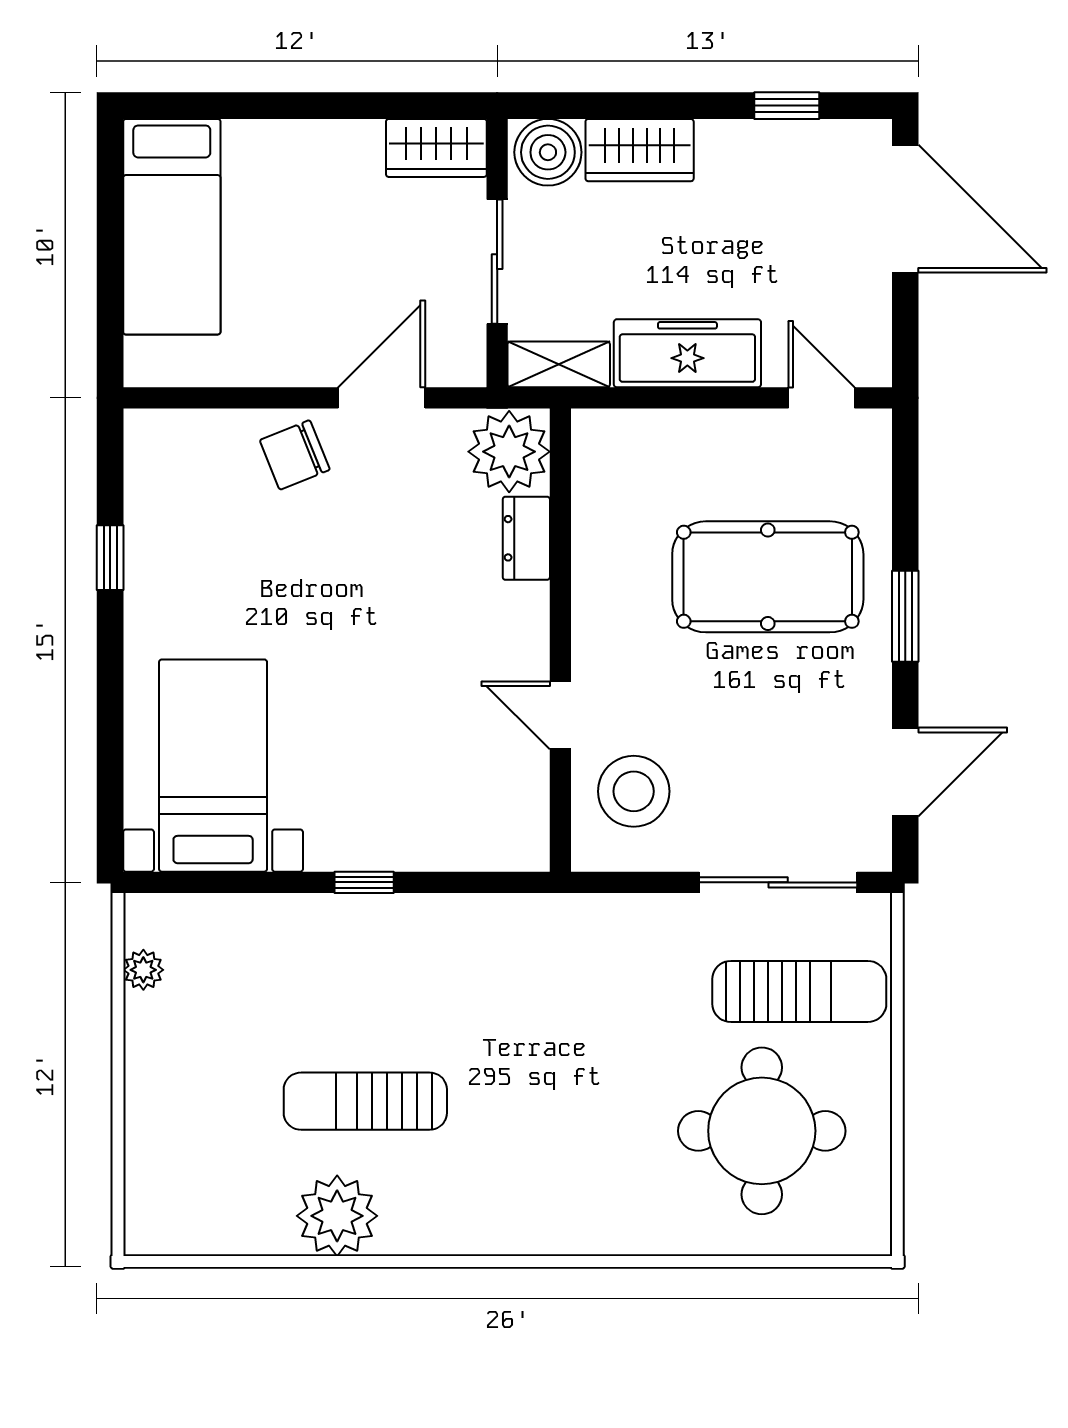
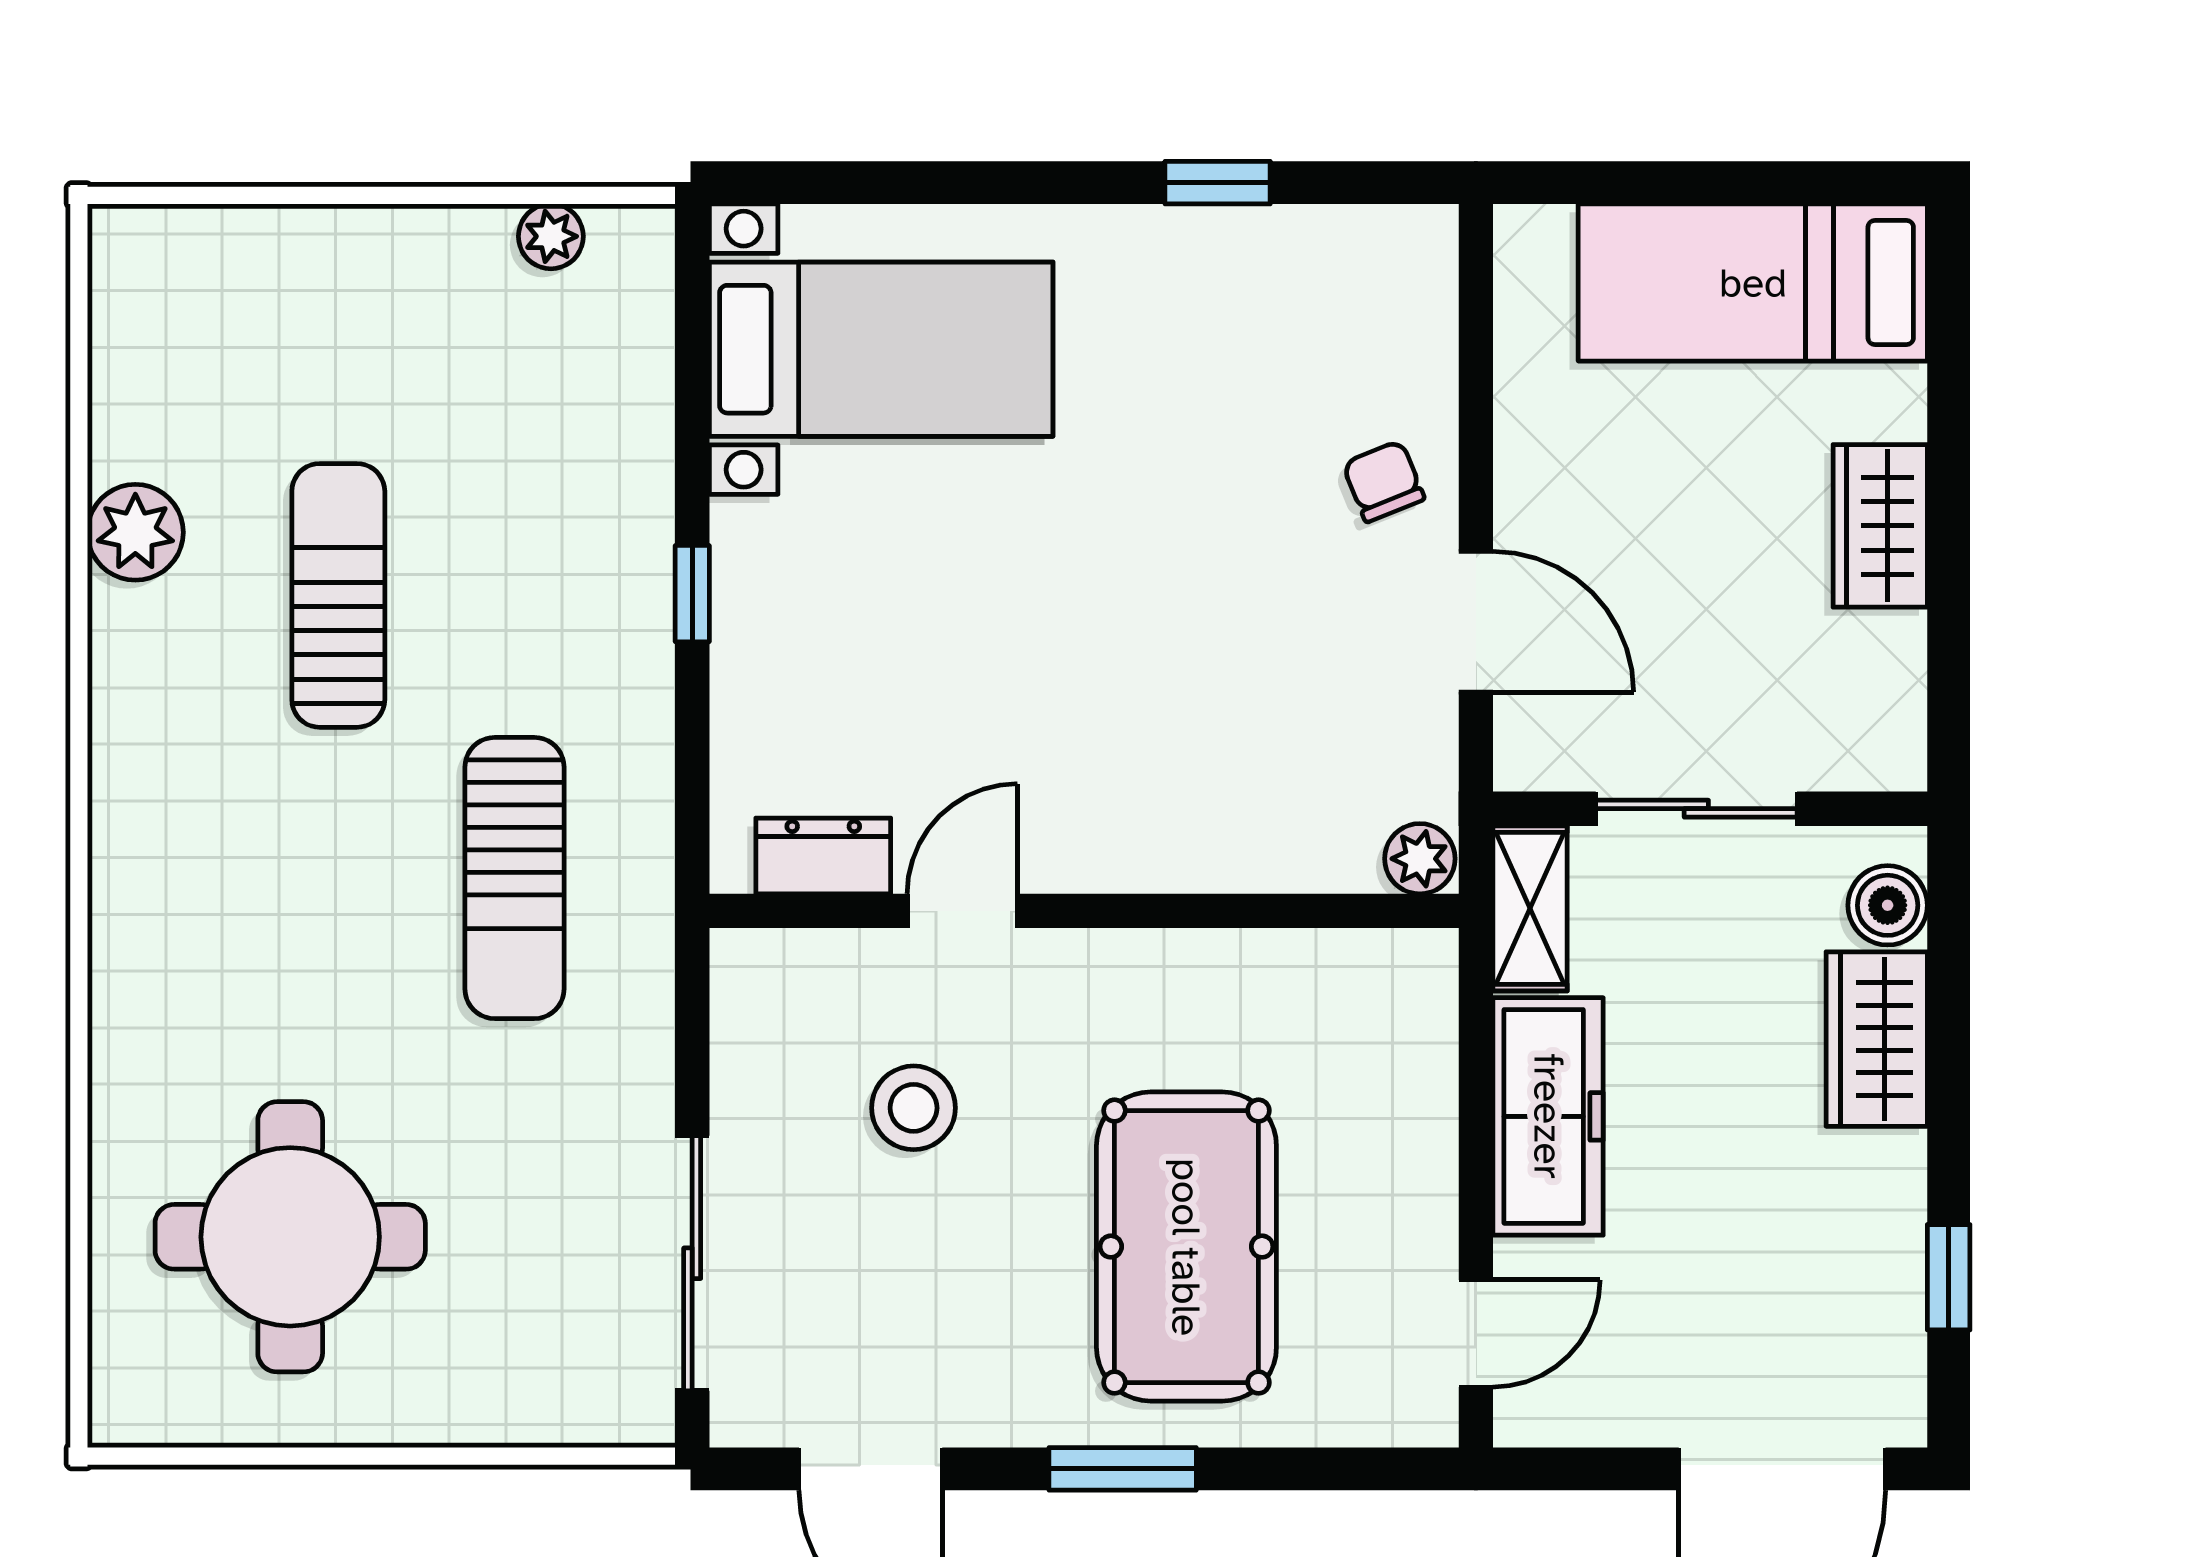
wardrobe: (436, 148) -> (1880, 526), moved
boiler: (548, 152) -> (1888, 905), width x0.73, depth x0.73
plant: (509, 452) -> (1420, 859), width x0.53, depth x0.53
chair: (295, 455) -> (1384, 481), width x0.73, depth x0.73
dresser: (526, 538) -> (823, 856), moved
stool: (634, 791) -> (914, 1108), moved, width x0.73, depth x0.73
sun lounger: (799, 991) -> (515, 878), moved
plant: (337, 1216) -> (135, 532), width x0.73, depth x0.73

